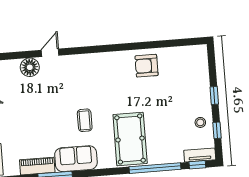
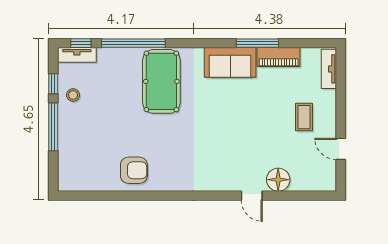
door: (50, 53) -> (252, 196), hinge flipped
window: (214, 95) -> (53, 127), width x2.17
coffee table: (85, 120) -> (304, 117), moved

